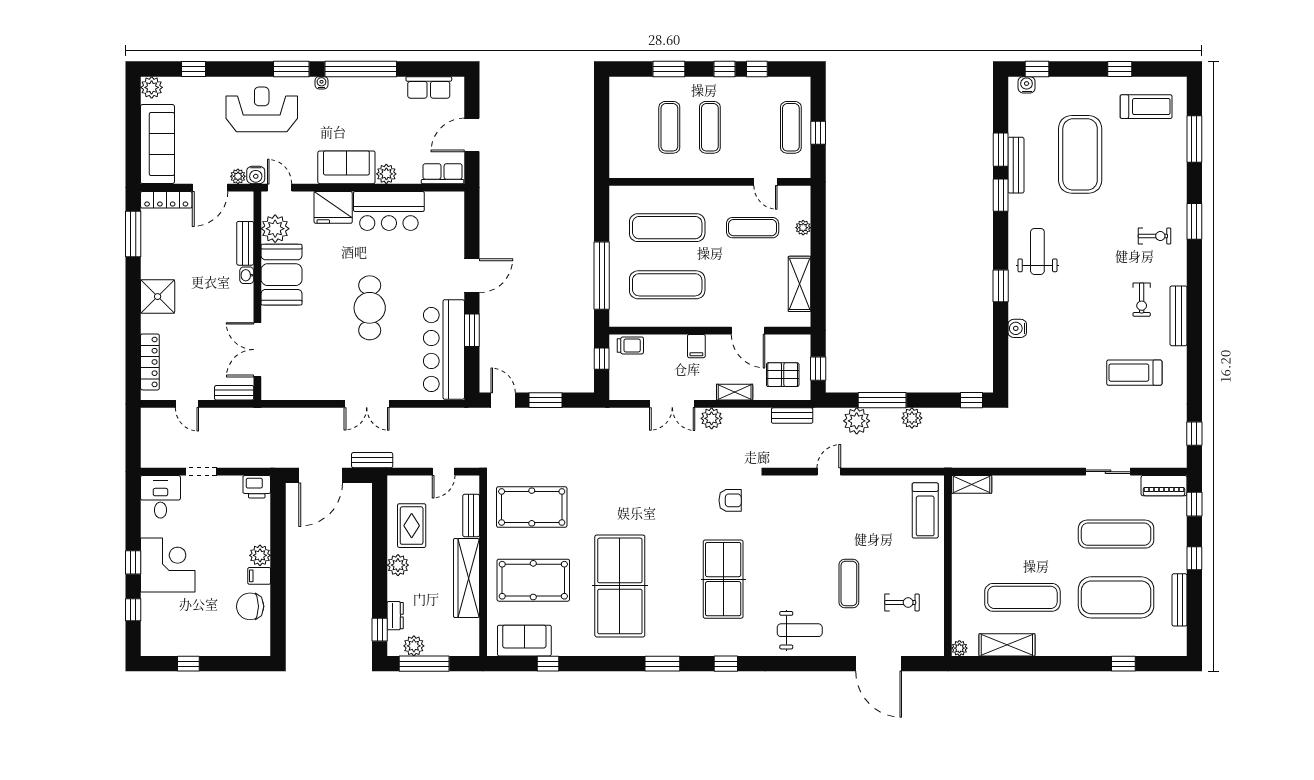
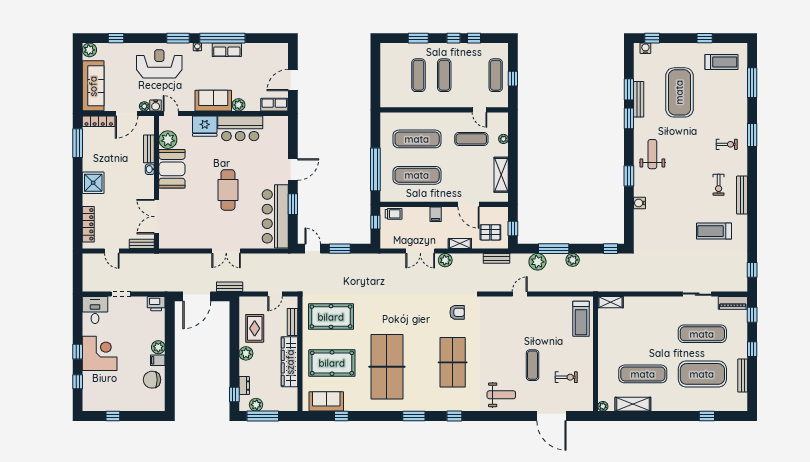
row of seats: (429, 87) -> (227, 50), moved

